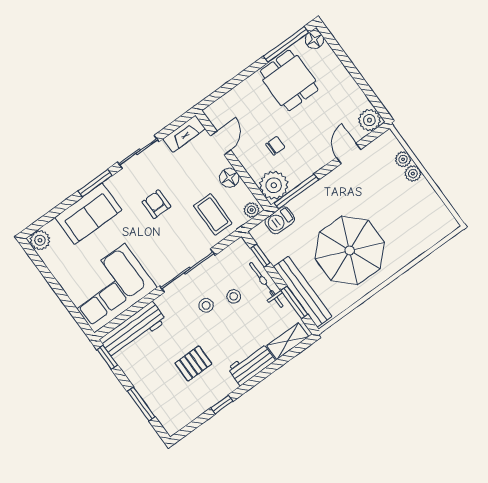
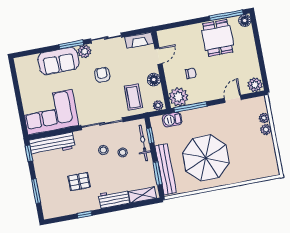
plant: (40, 240) -> (84, 51), moved
bicycle: (266, 285) -> (143, 143), moved

